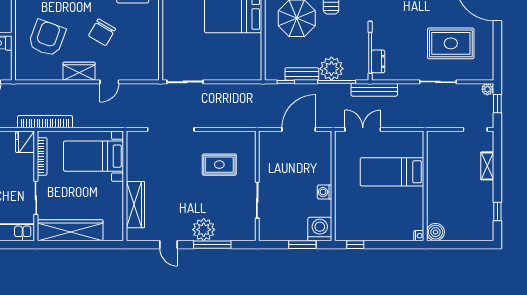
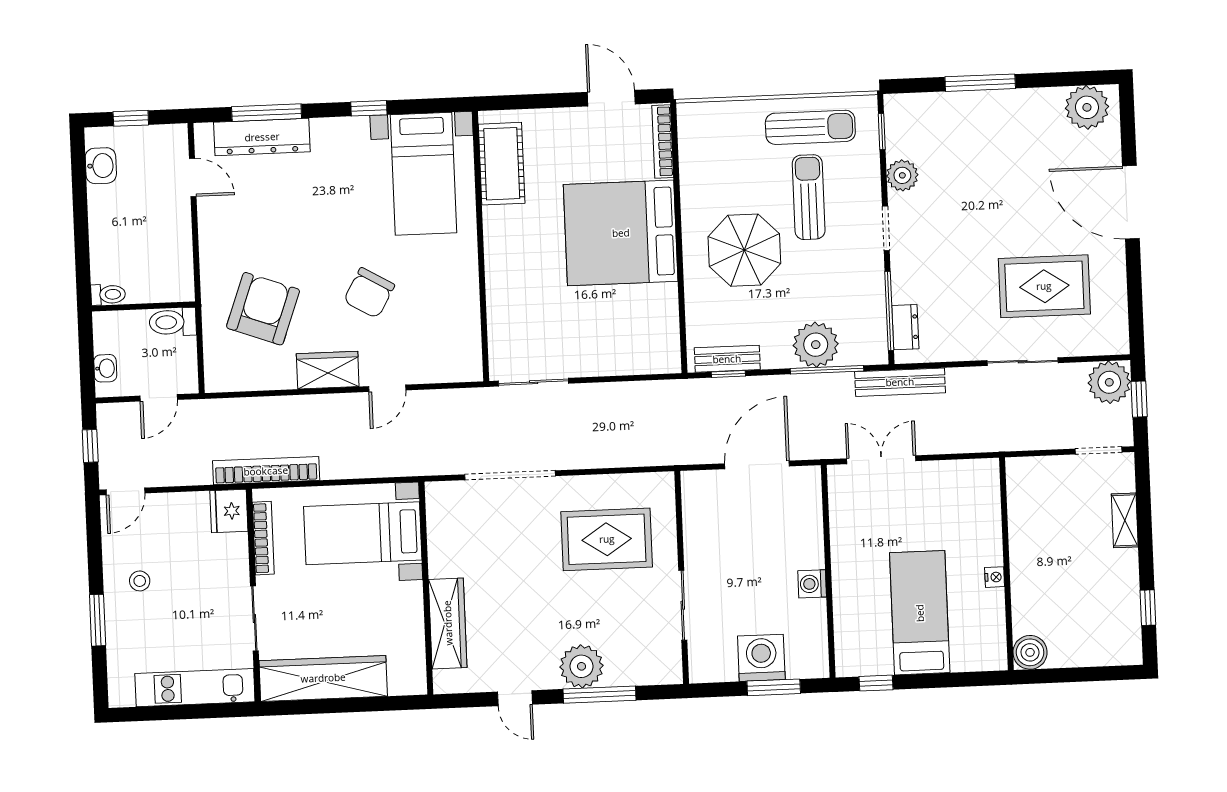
bench: (302, 74) -> (727, 359), moved
plant: (487, 89) -> (1109, 382), width x1.88, depth x1.88
rug: (219, 165) -> (607, 539), width x1.36, depth x1.43
bed: (392, 172) -> (920, 613), moved, turned 90
washing machine: (320, 229) -> (761, 658), moved
nightstand: (419, 236) -> (995, 577), moved

